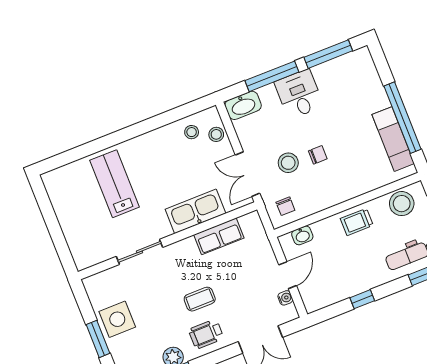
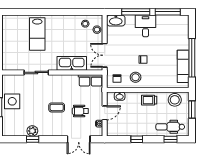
stool: (288, 163) -> (136, 77), moved
lab bench: (115, 184) -> (37, 34), turned 180
row of seats: (219, 236) -> (90, 80), moved
wheelchair: (206, 334) -> (80, 111), moved

